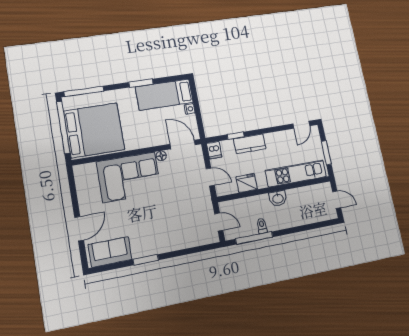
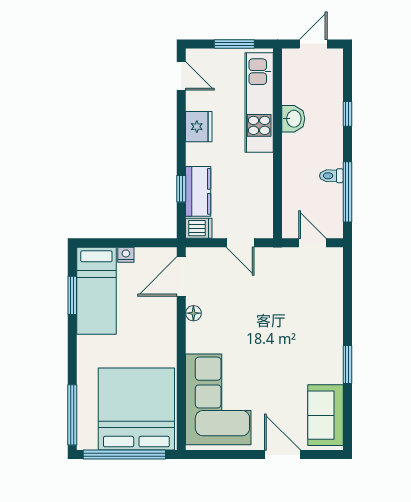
window: (141, 83) -> (72, 295), moved
kitchen counter: (250, 144) -> (198, 191), moved
corner sofa: (129, 177) -> (218, 399), moved
door: (210, 177) -> (240, 243), swing flipped
fridge: (247, 183) -> (199, 127), moved, turned 180
washbasin: (278, 198) -> (293, 119), moved
door: (219, 222) -> (312, 243), hinge flipped
window: (301, 229) -> (347, 114), added

